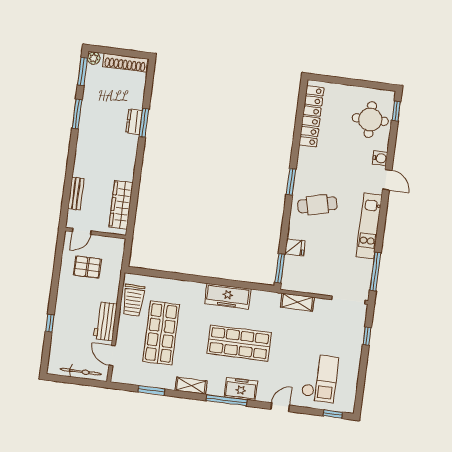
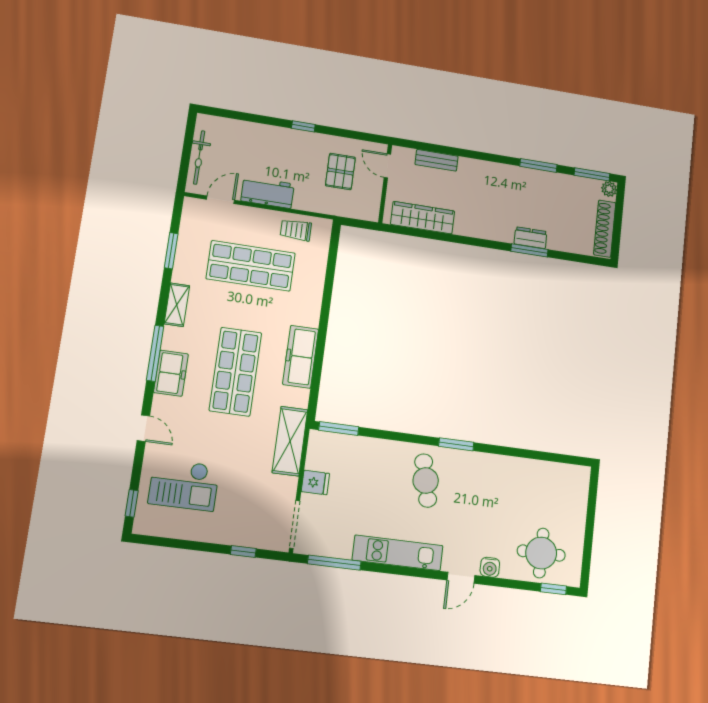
locker: (311, 116) -> (544, 472), removed
fridge: (295, 247) -> (315, 483), moved, turned -90
trolley: (133, 300) -> (296, 230), width x0.73, depth x0.72
shelving: (297, 302) -> (290, 441), width x1.50, depth x1.33
window: (50, 323) -> (303, 126), moved

